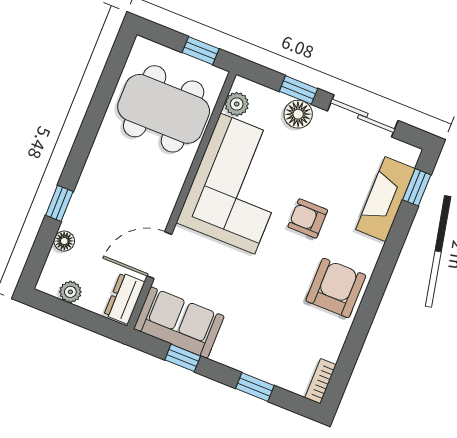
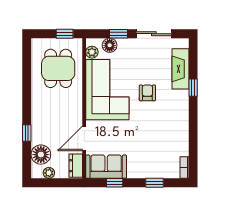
dining table: (164, 109) -> (58, 68), width x0.73
floor lamp: (298, 114) -> (110, 45), moved
window: (417, 187) -> (193, 88), moved
armchair: (308, 218) -> (147, 93), turned 90
floor lamp: (64, 241) -> (41, 155), width x1.89, depth x1.89
armchair: (336, 288) -> (174, 120), removed

